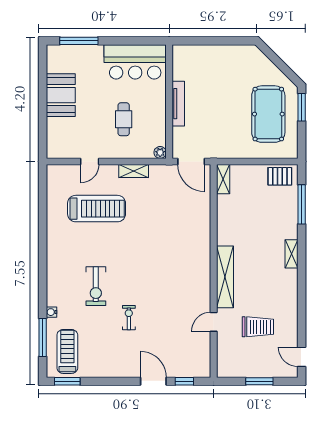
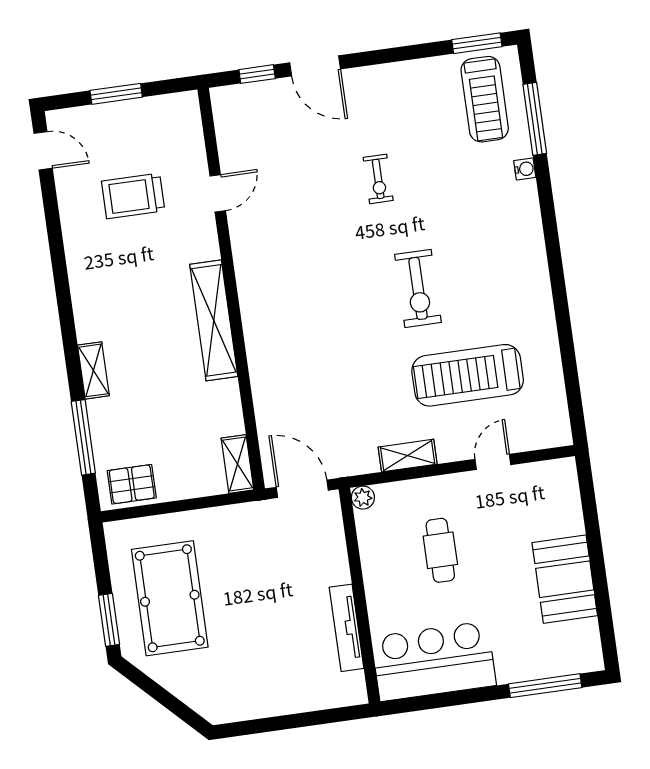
tv unit: (178, 104) -> (347, 628), moved
shelving: (291, 254) -> (93, 370), moved
shelving: (225, 277) -> (214, 320), moved
exercise bike: (96, 286) -> (418, 288), moved, turned 180

